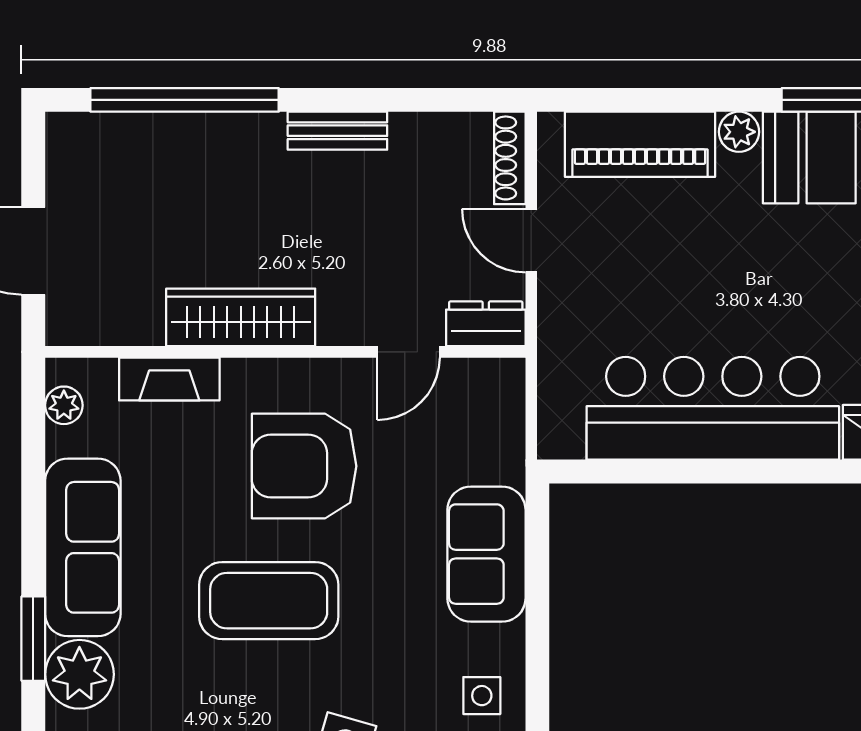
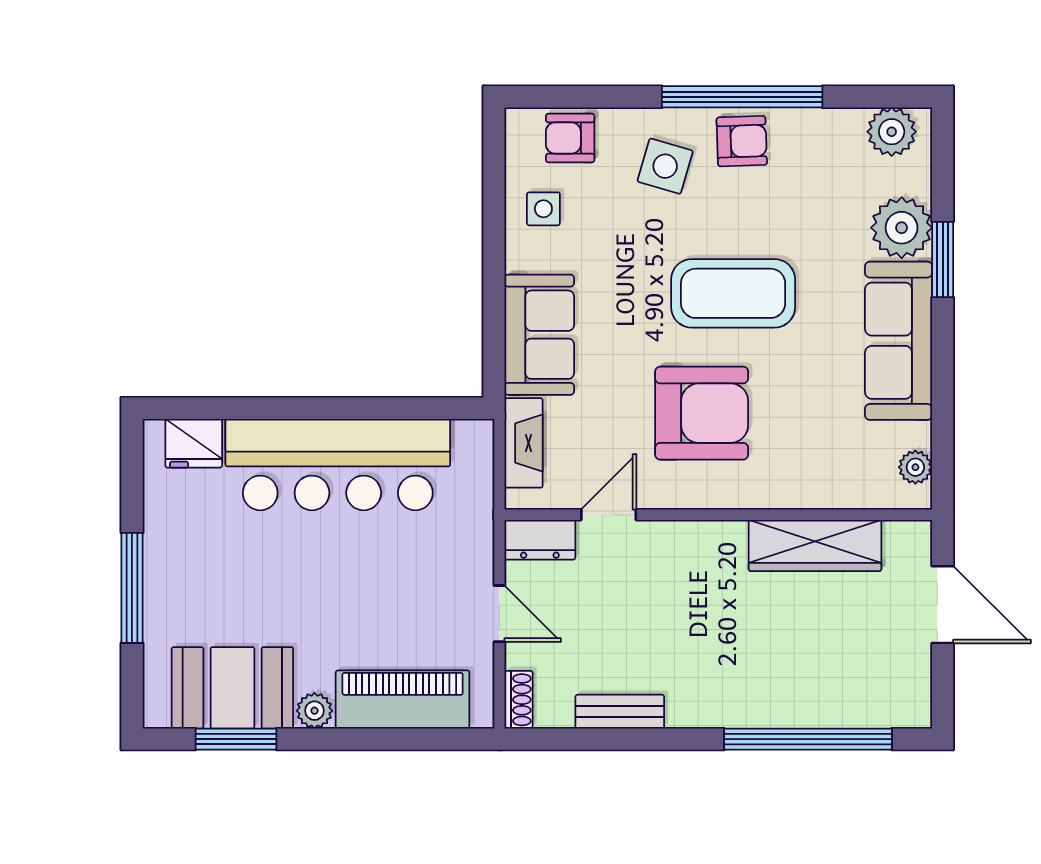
bench: (337, 131) -> (620, 712), moved
shoe rack: (510, 158) -> (519, 700), width x0.70
wardrobe: (241, 317) -> (815, 545), moved
fireplace: (169, 379) -> (524, 443), moved, turned 90

